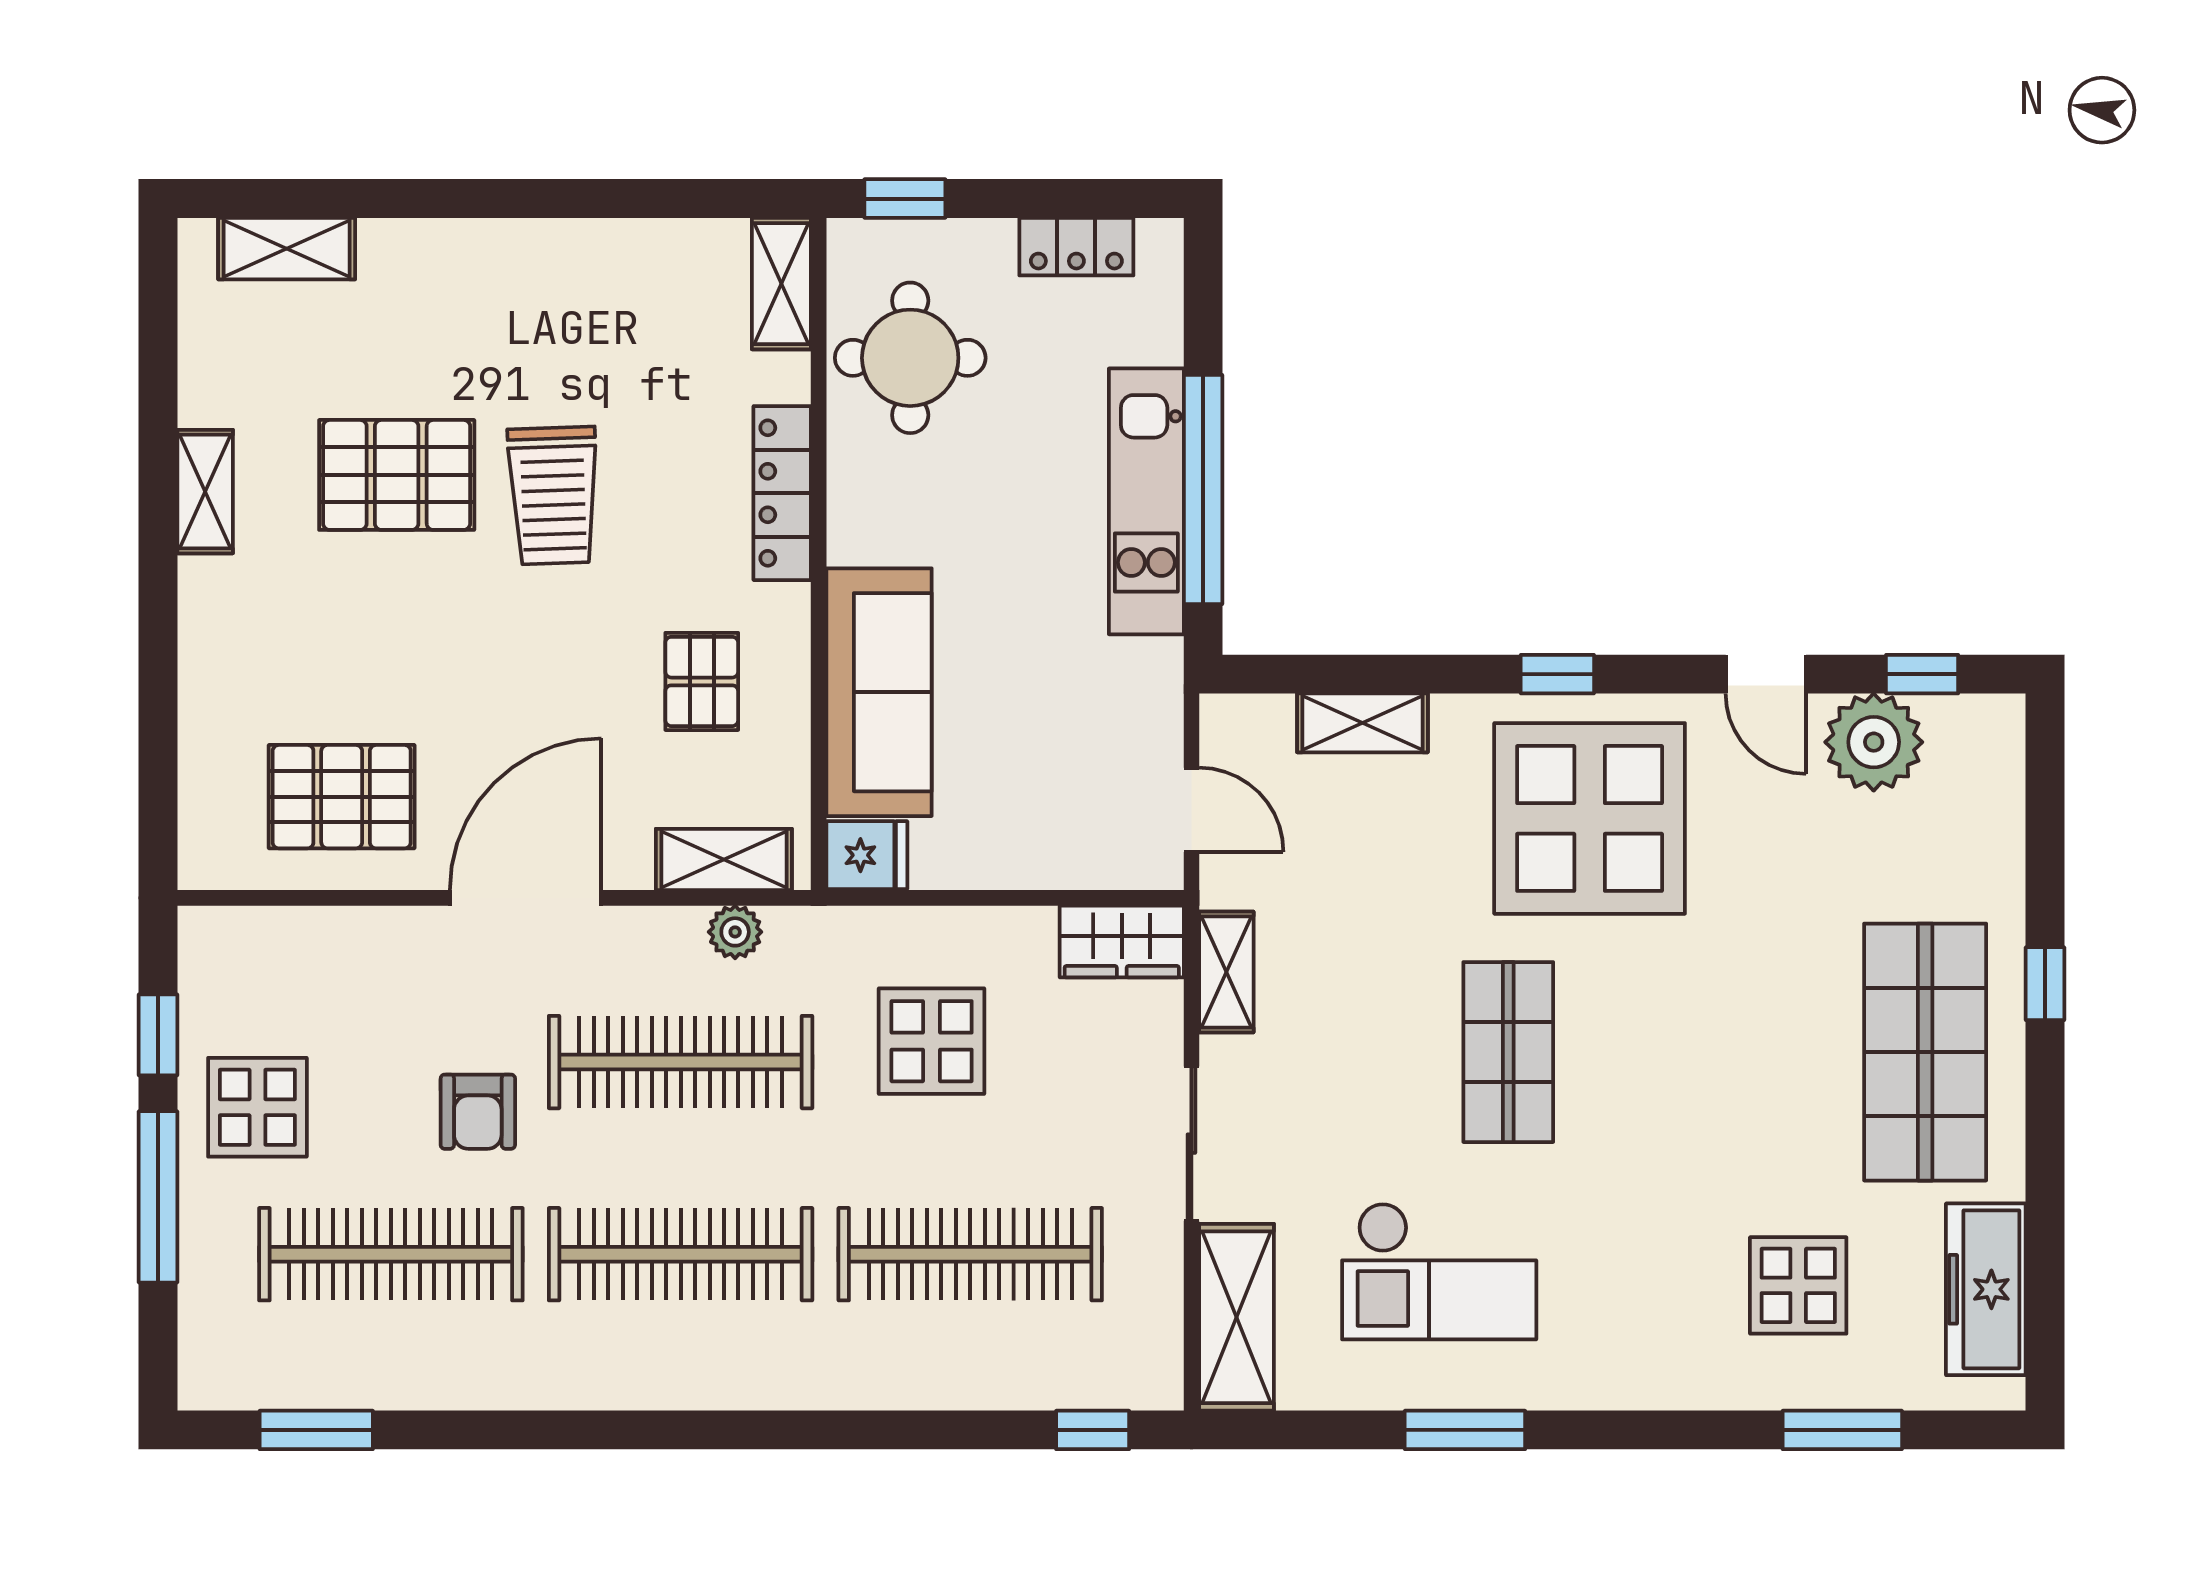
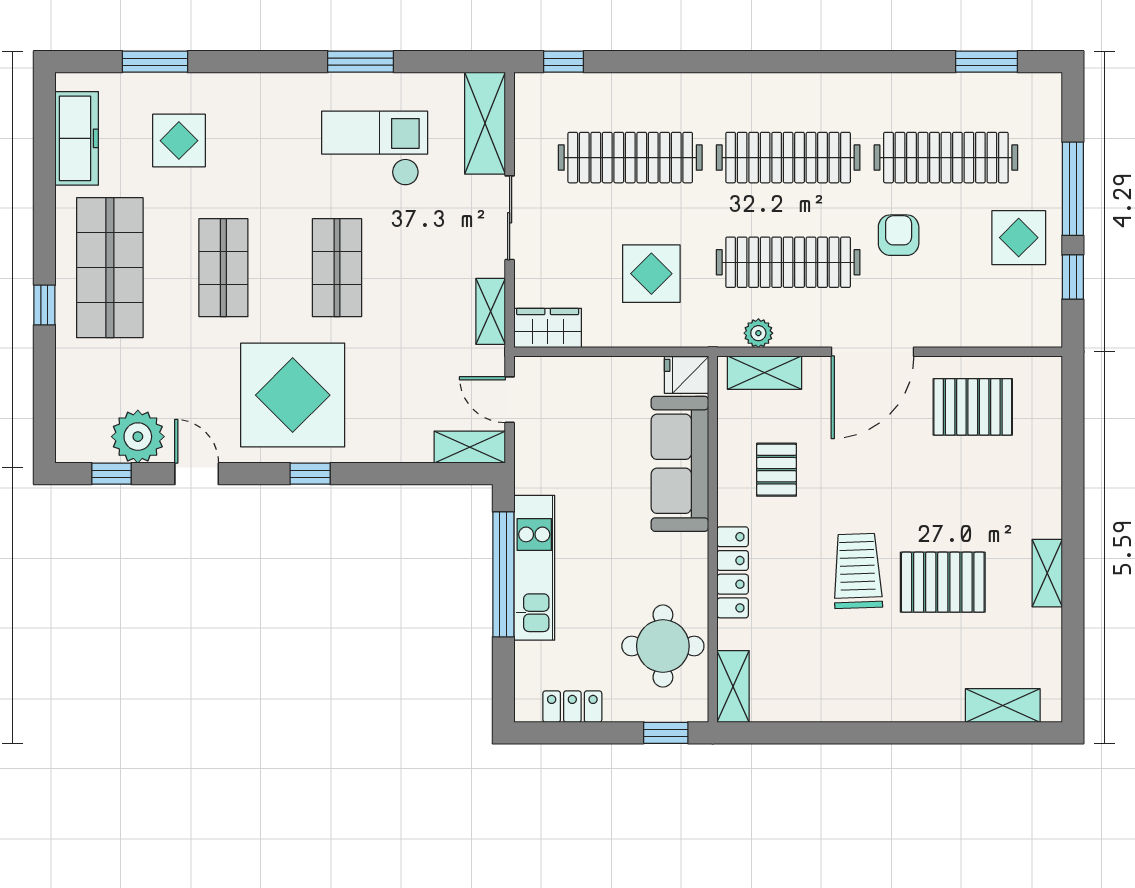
shelving: (1362, 723) -> (470, 447), moved
shop shelf: (1717, 1052) -> (223, 268), added

